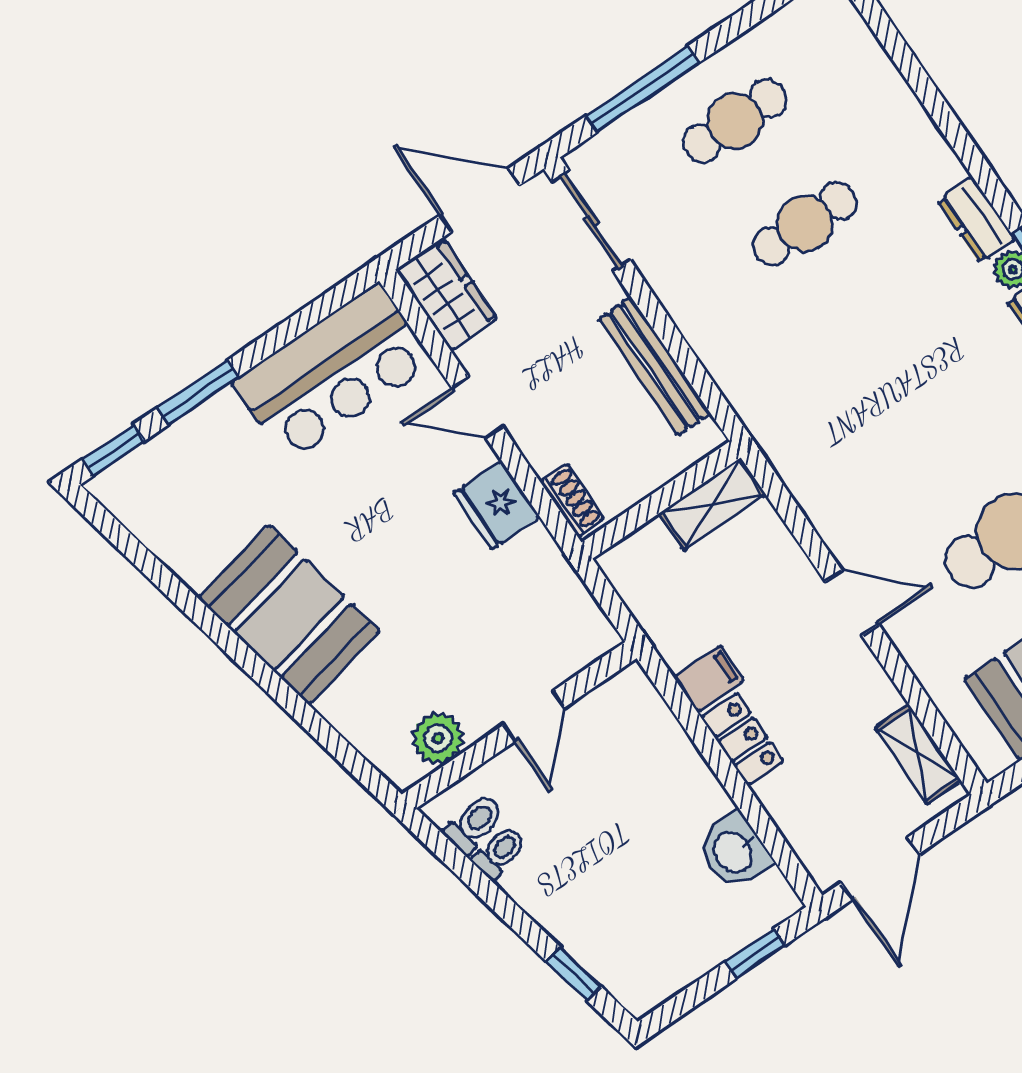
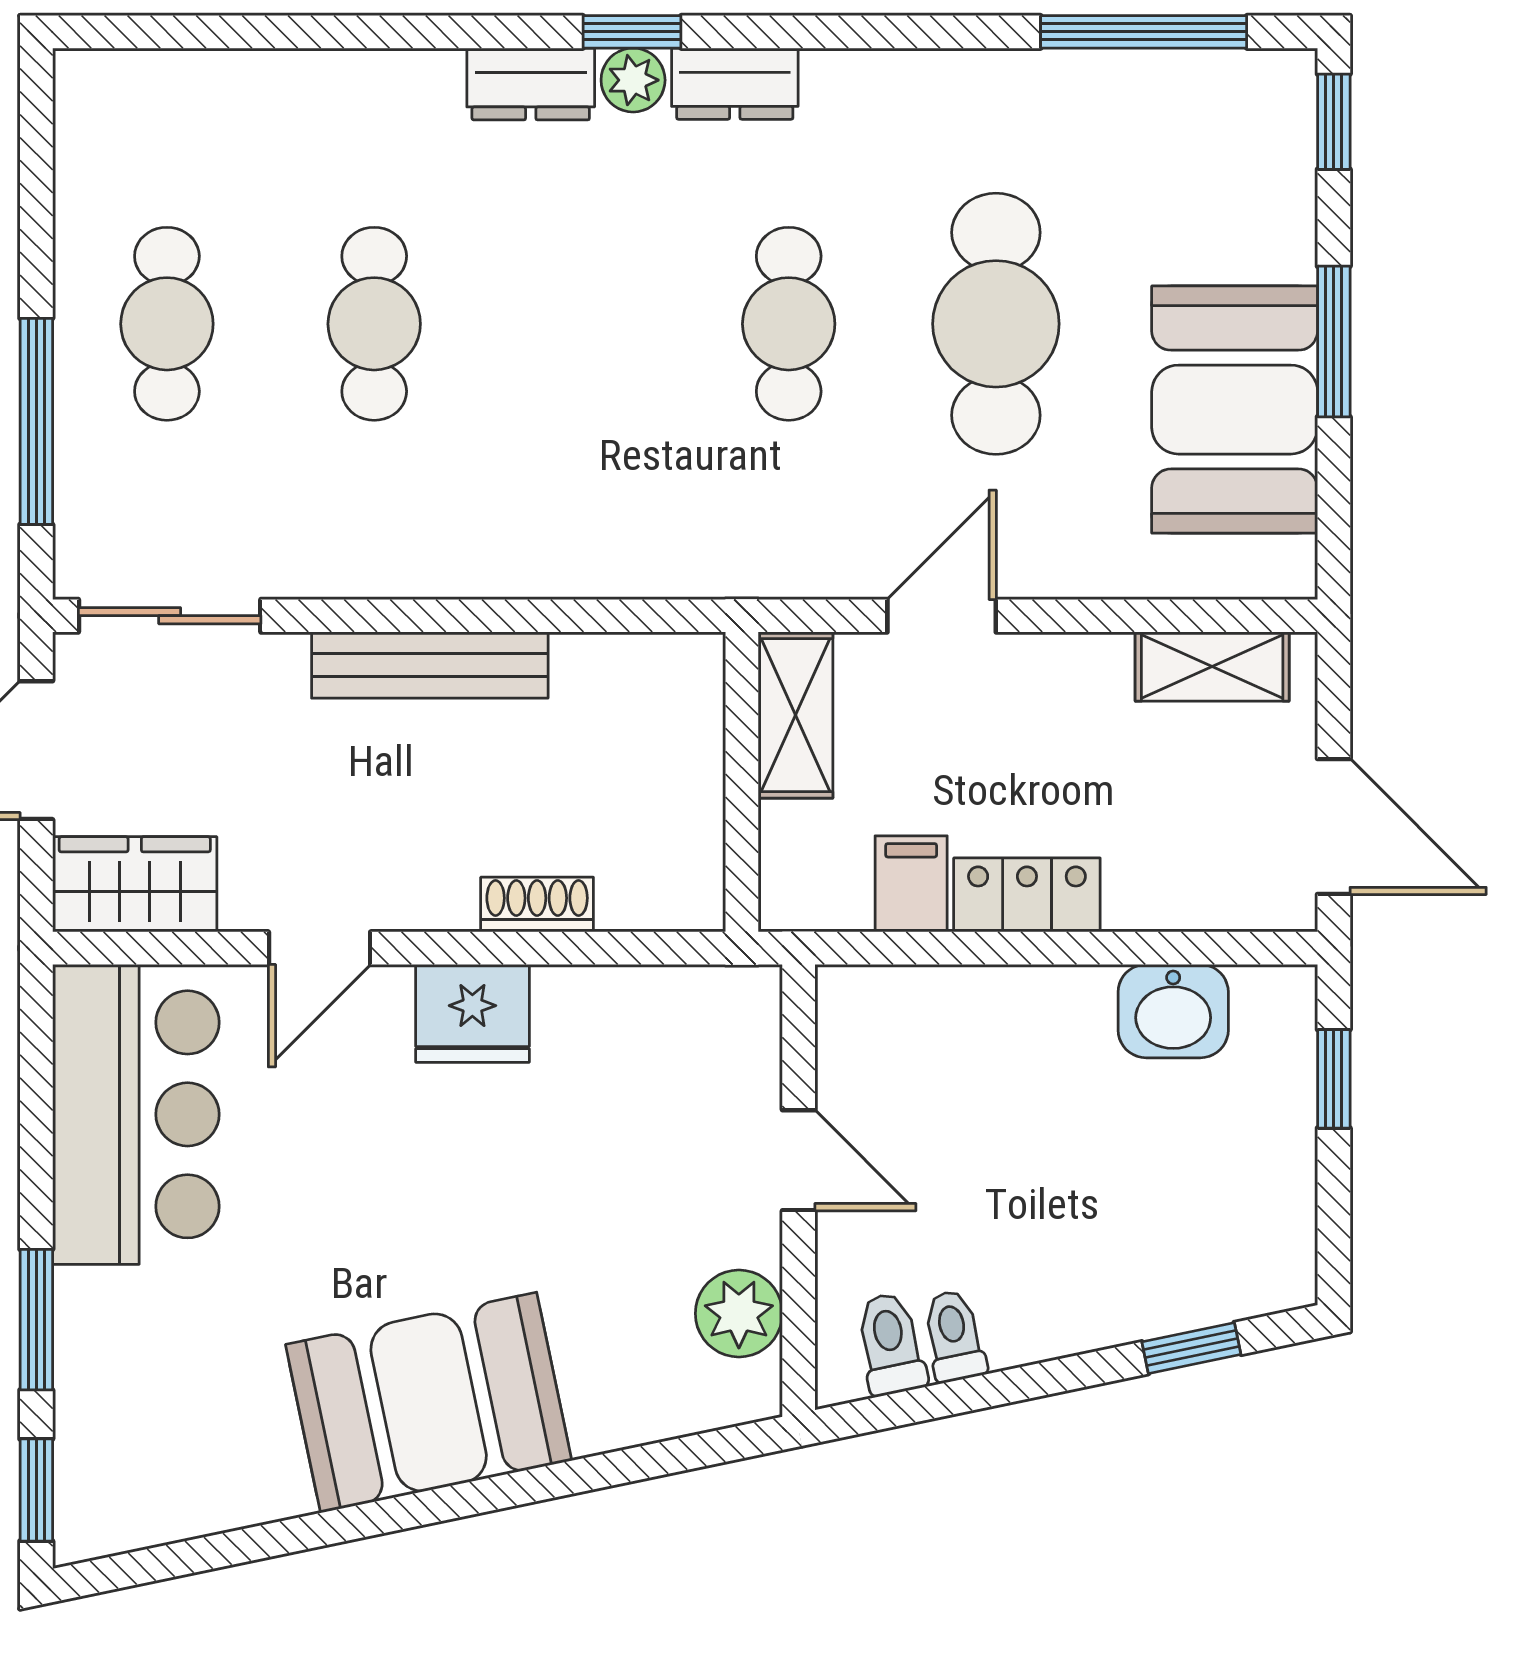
cafe table: (945, 429) -> (789, 324), added
wall: (661, 500) -> (742, 782), moved
shelving: (712, 504) -> (795, 715), moved

